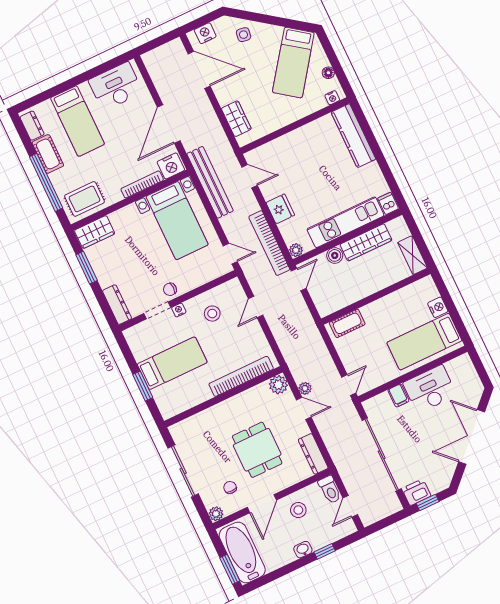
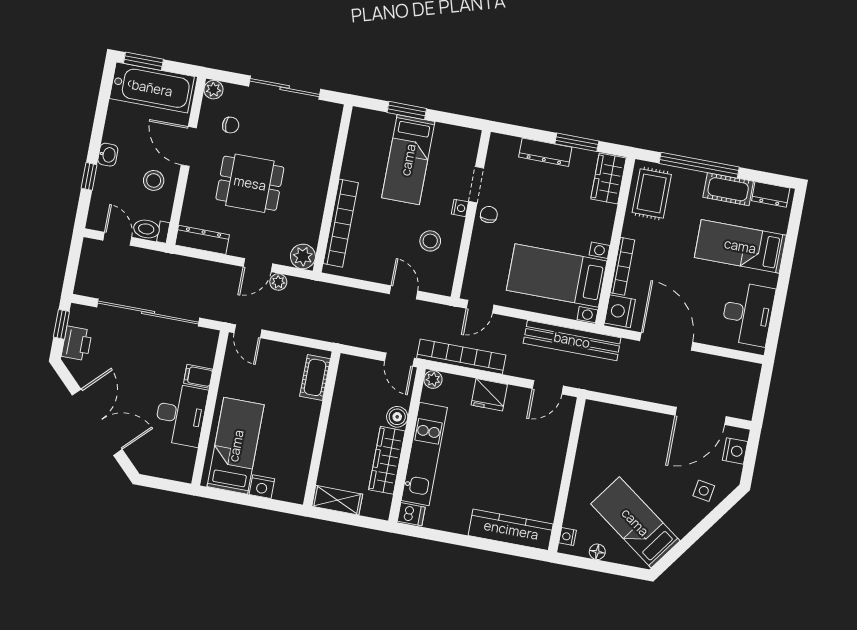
wardrobe: (236, 119) -> (620, 418), removed
dresser: (117, 305) -> (545, 152), moved
printer: (416, 492) -> (77, 343), moved

